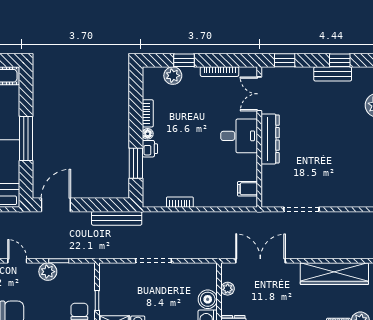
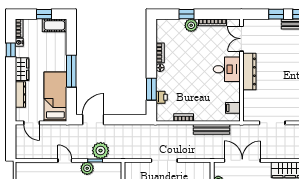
window: (285, 60) -> (276, 14), moved
plant: (173, 76) -> (191, 25), moved
printer: (150, 149) -> (162, 97), moved
bench: (117, 218) -> (211, 129), moved
plant: (66, 247) -> (101, 151), added

